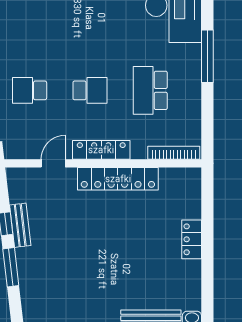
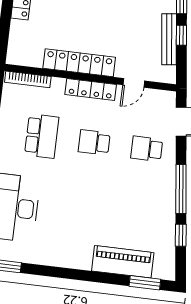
school desk: (30, 90) -> (147, 149), turned 180
bench: (20, 225) -> (169, 39), width x1.36

